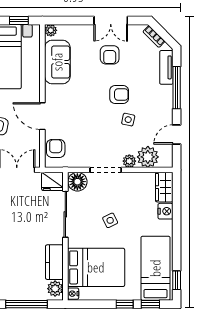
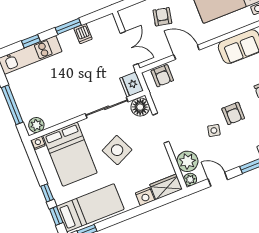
door: (42, 116) -> (187, 52), hinge flipped
armchair: (56, 148) -> (162, 76), turned 90
plant: (129, 161) -> (190, 179), moved
side table: (110, 220) -> (117, 150), width x1.87, depth x1.87
kitchen counter: (54, 262) -> (60, 115), removed

